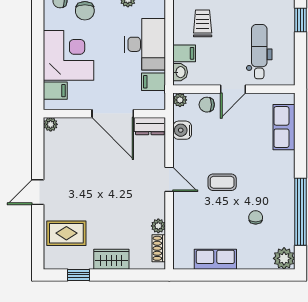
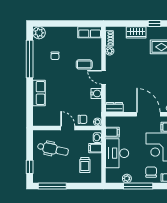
dental chair: (259, 52) -> (53, 149), turned -78
door: (233, 89) -> (68, 128), hinge flipped
door: (113, 114) -> (148, 114), moved
row of seats: (284, 127) -> (39, 93), moved
water cooler: (182, 130) -> (96, 93), moved
coffee table: (222, 182) -> (84, 64), moved
row of seats: (215, 259) -> (90, 32), moved

